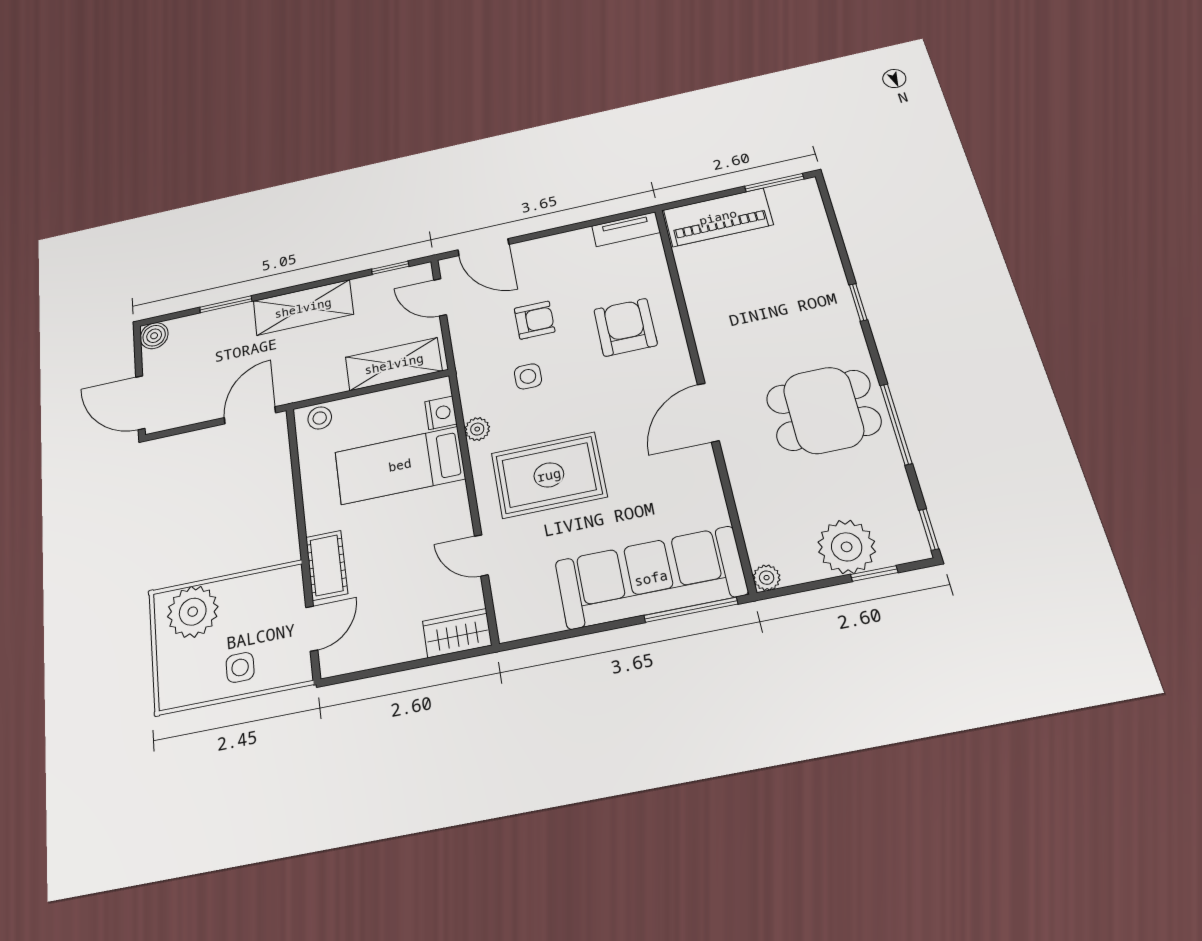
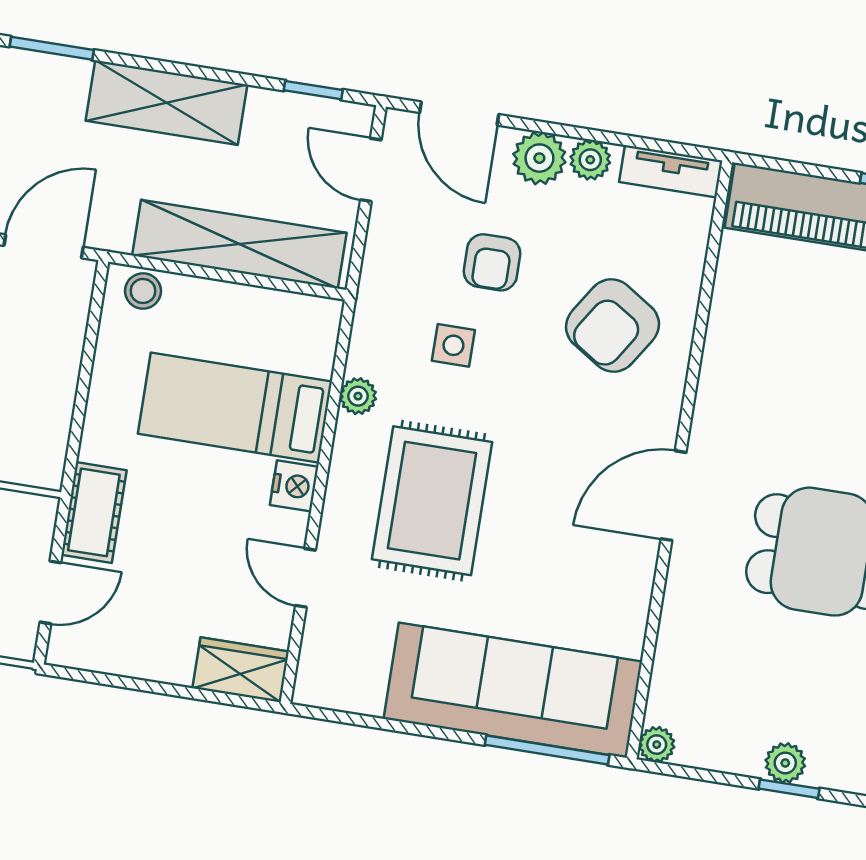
plant: (574, 242) -> (590, 160), added
plant: (542, 252) -> (539, 158), added
armchair: (535, 320) -> (492, 262), turned 90
armchair: (625, 327) -> (612, 326), turned -147
shelving: (394, 364) -> (239, 244), width x1.47
nightstand: (441, 413) -> (294, 486), moved
rug: (549, 475) -> (432, 501), turned 90
plant: (847, 547) -> (785, 763), width x0.53, depth x0.53

